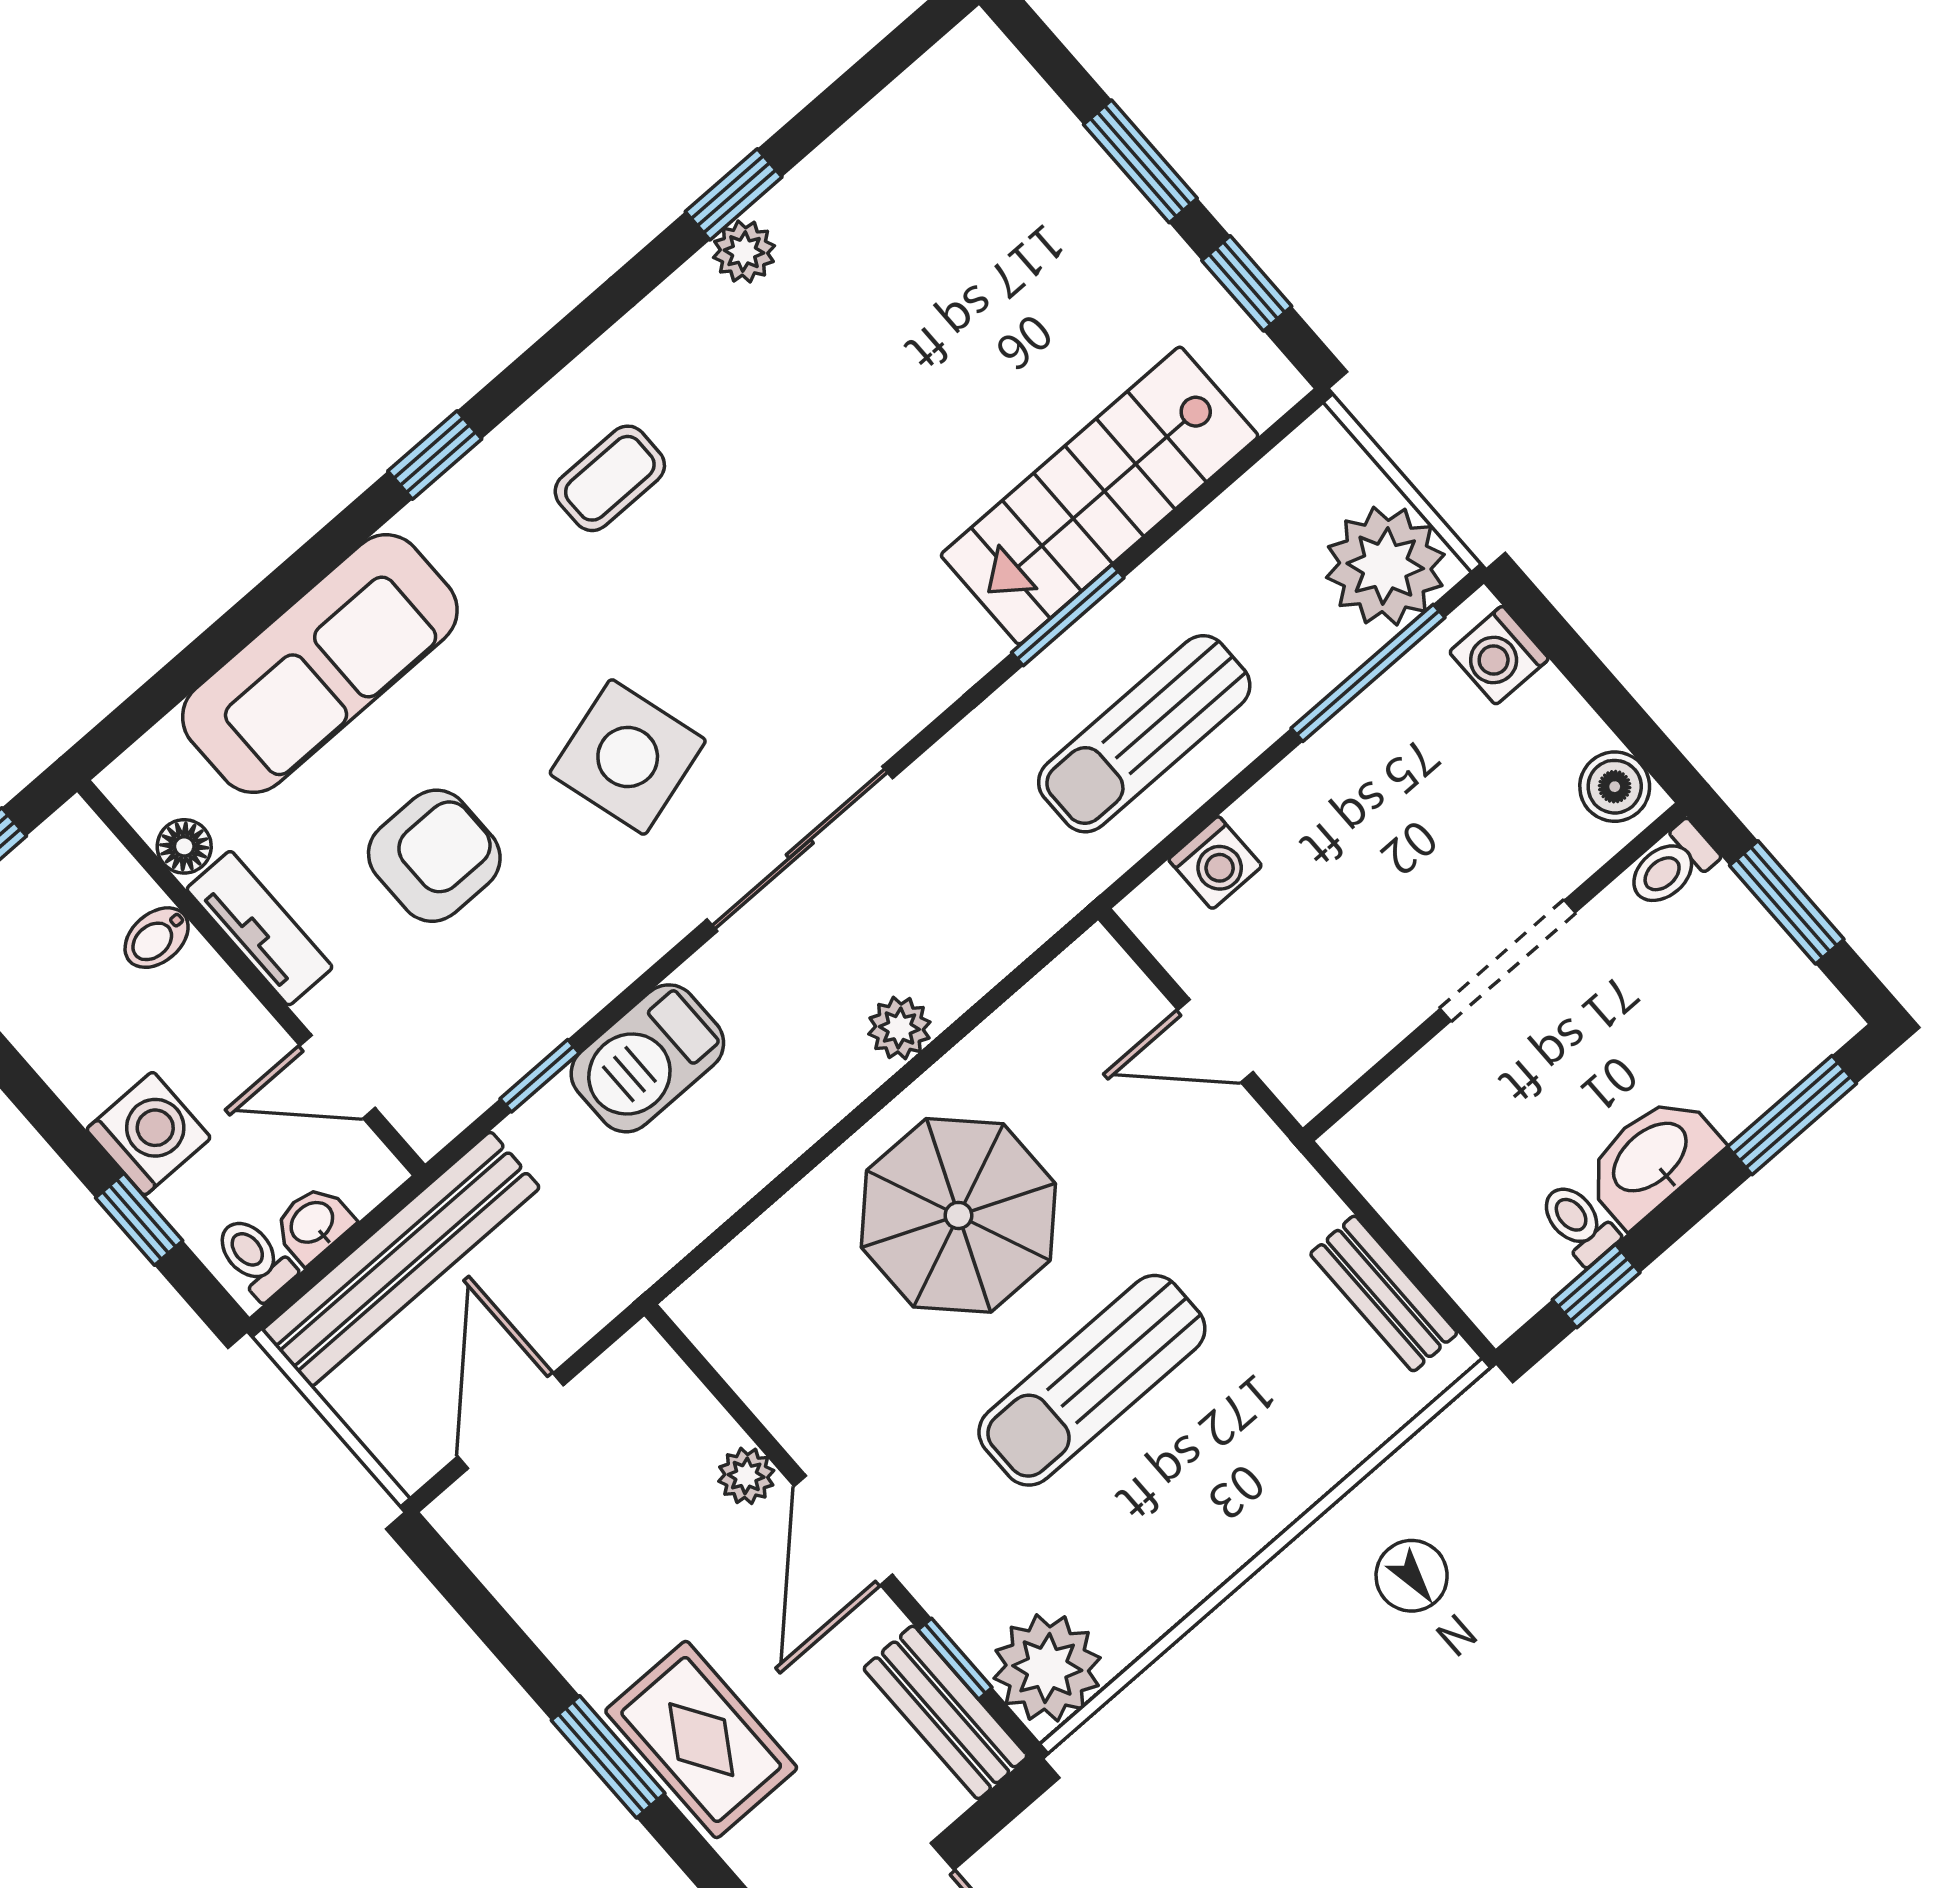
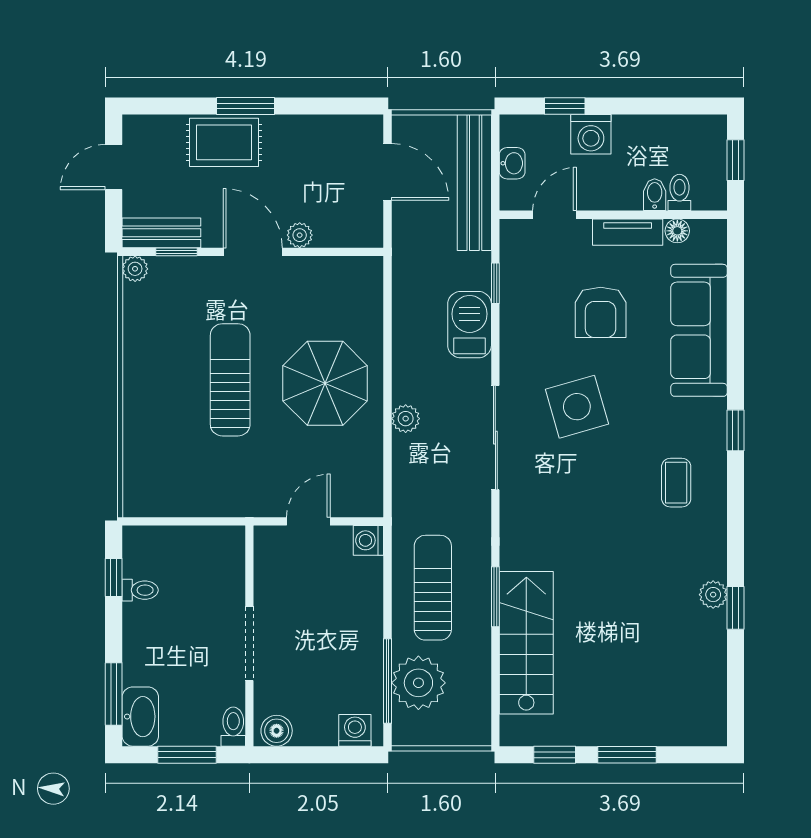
plant: (1385, 566) -> (418, 683), moved
washing machine: (1215, 863) -> (368, 540), moved
washbasin: (1651, 1159) -> (140, 717), moved
toilet: (255, 1258) -> (679, 192), moved, turned -90
bench: (1384, 1293) -> (174, 504), removed
plant: (1047, 1668) -> (135, 269), width x0.53, depth x0.53

